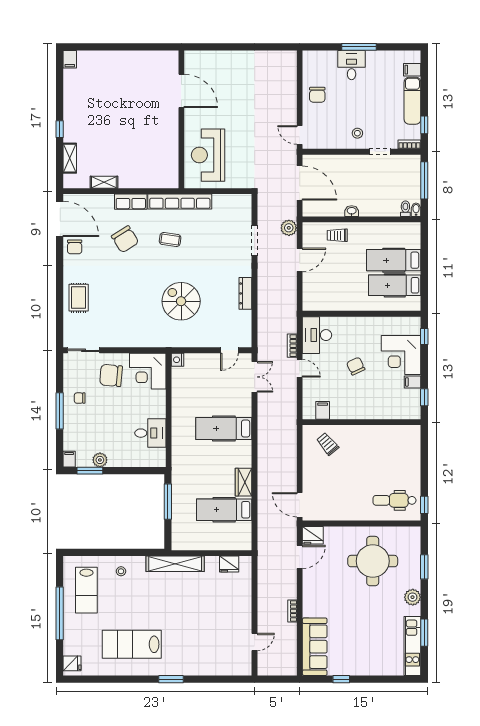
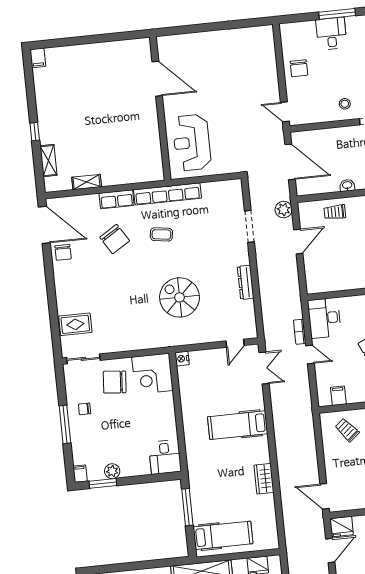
rug: (79, 298) -> (75, 324), moved, turned 90
desk: (150, 433) -> (165, 457), moved, turned 90
hospital bed: (224, 510) -> (223, 535), moved, turned 180

